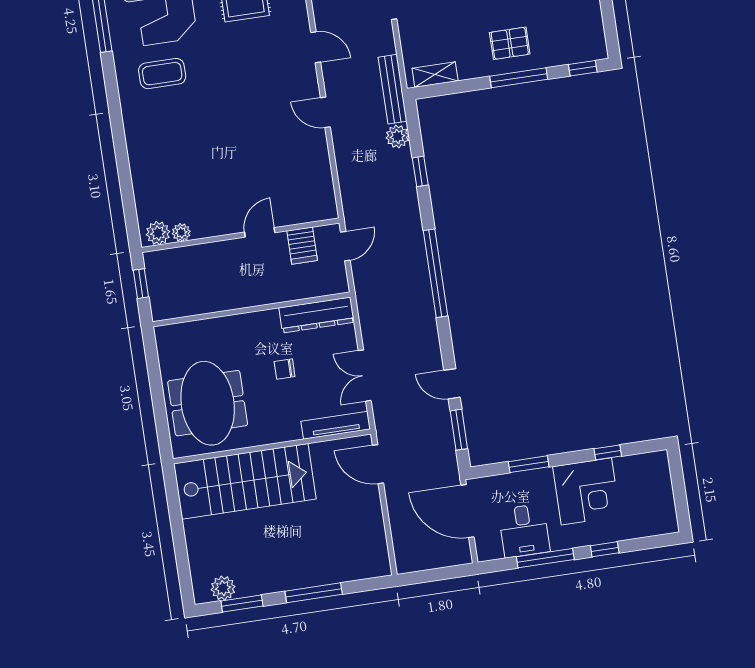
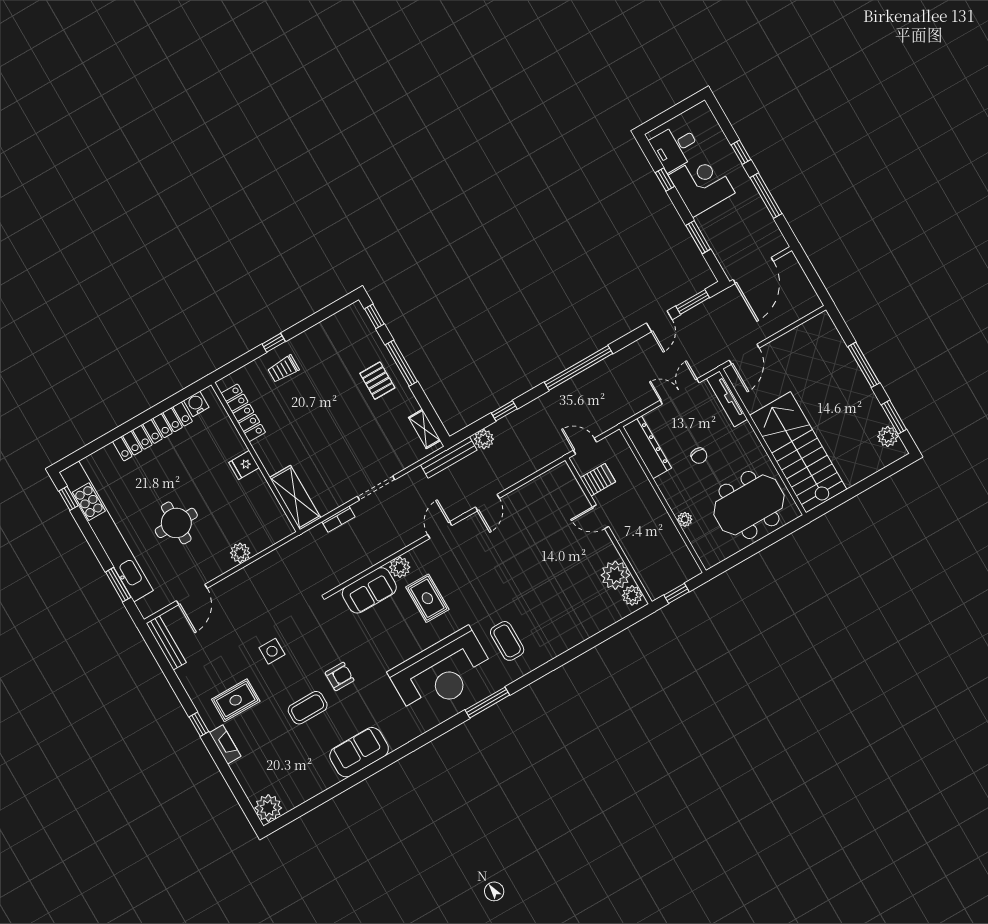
plant: (181, 232) -> (615, 575), width x1.87, depth x1.87
plant: (220, 325) -> (685, 519), added
double door: (365, 376) -> (680, 392), swing flipped
desk: (524, 531) -> (675, 147), moved, turned 180

